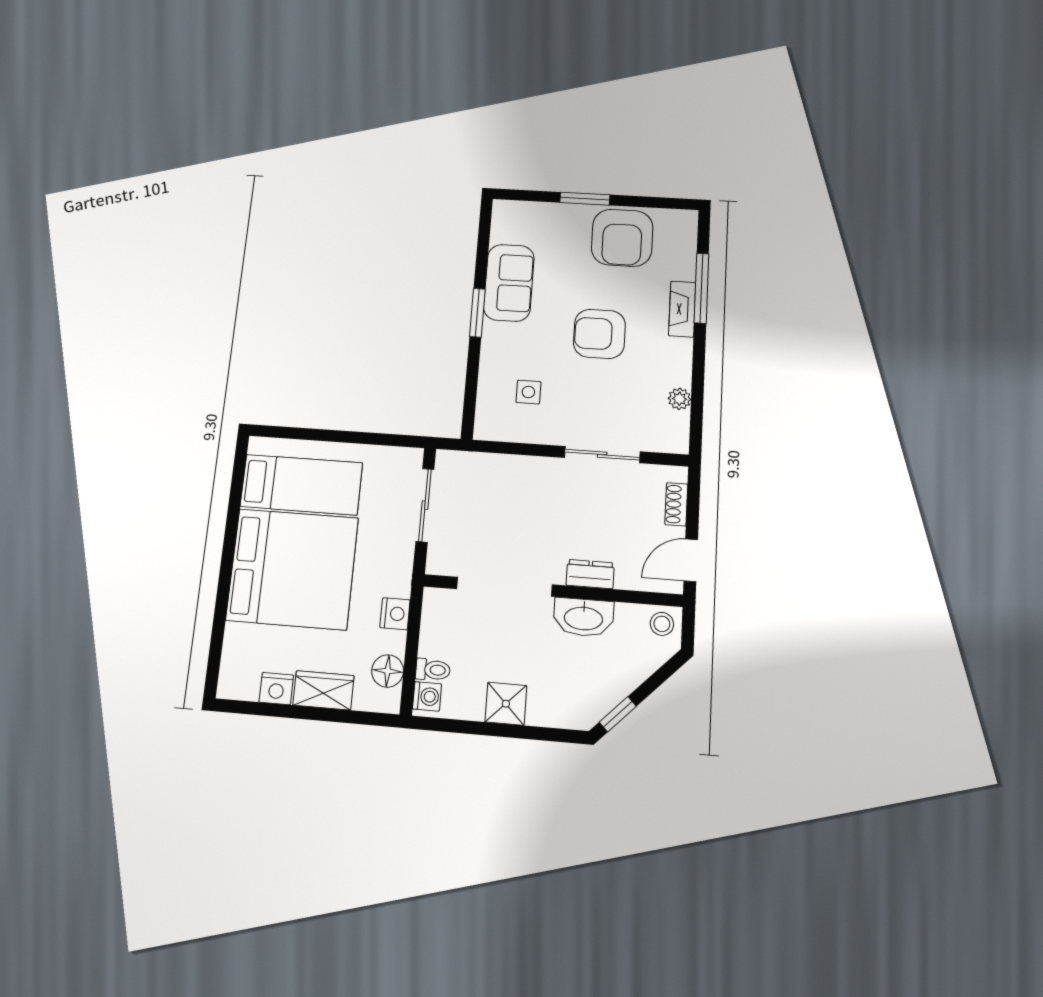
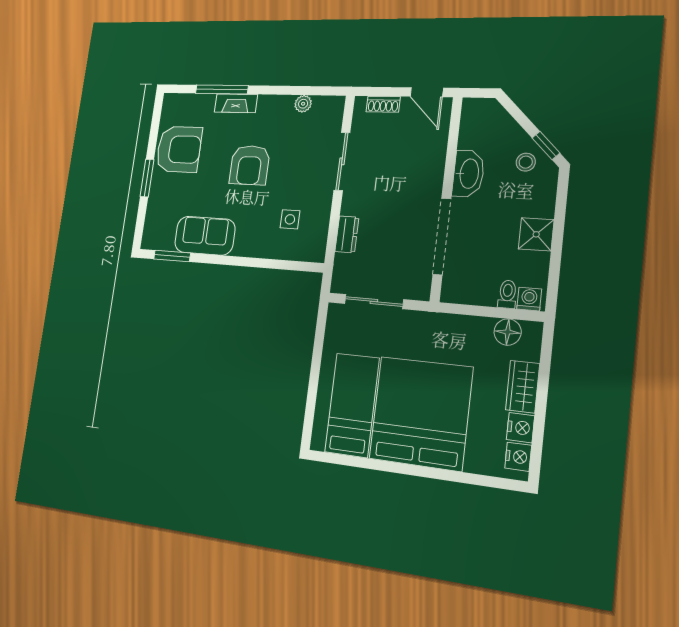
window: (477, 313) -> (172, 256), moved
dresser: (590, 574) -> (347, 234), moved, turned 180
nightstand: (395, 614) -> (518, 457), moved, turned 90
stool: (662, 624) -> (526, 162), moved

